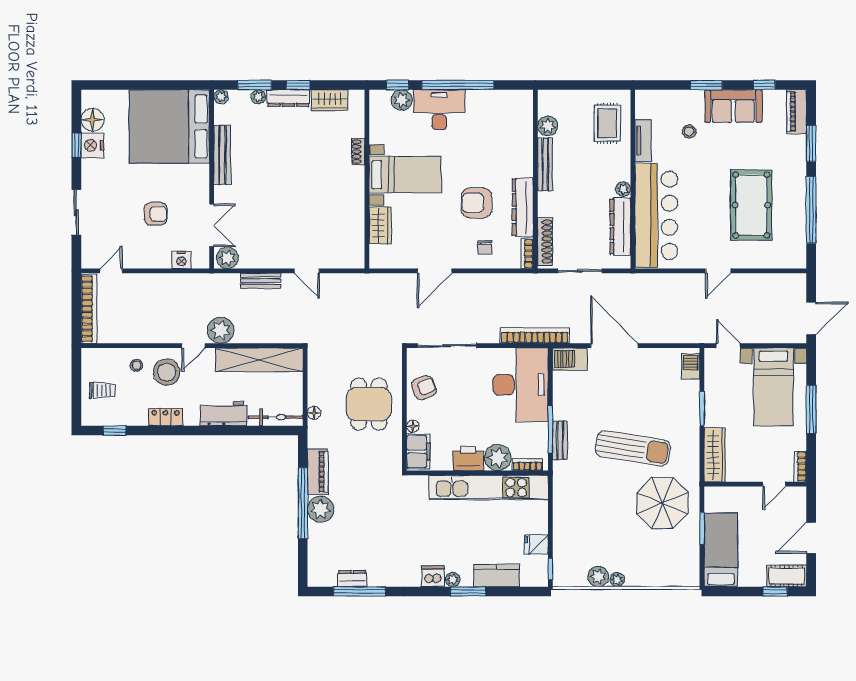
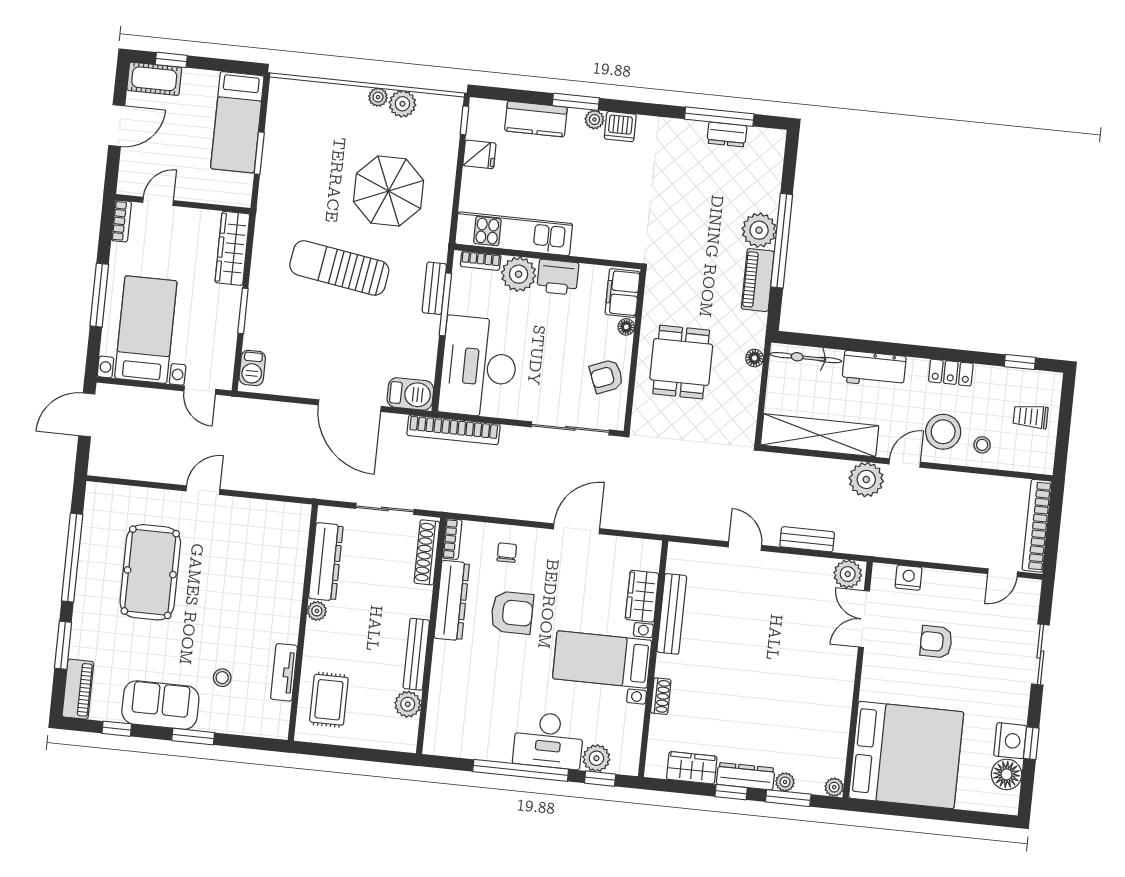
bench: (222, 155) -> (672, 614), moved
bar counter: (656, 215) -> (277, 572), removed
kitchen unit: (489, 487) -> (514, 234), width x0.73
parasol: (662, 503) -> (388, 191), moved

